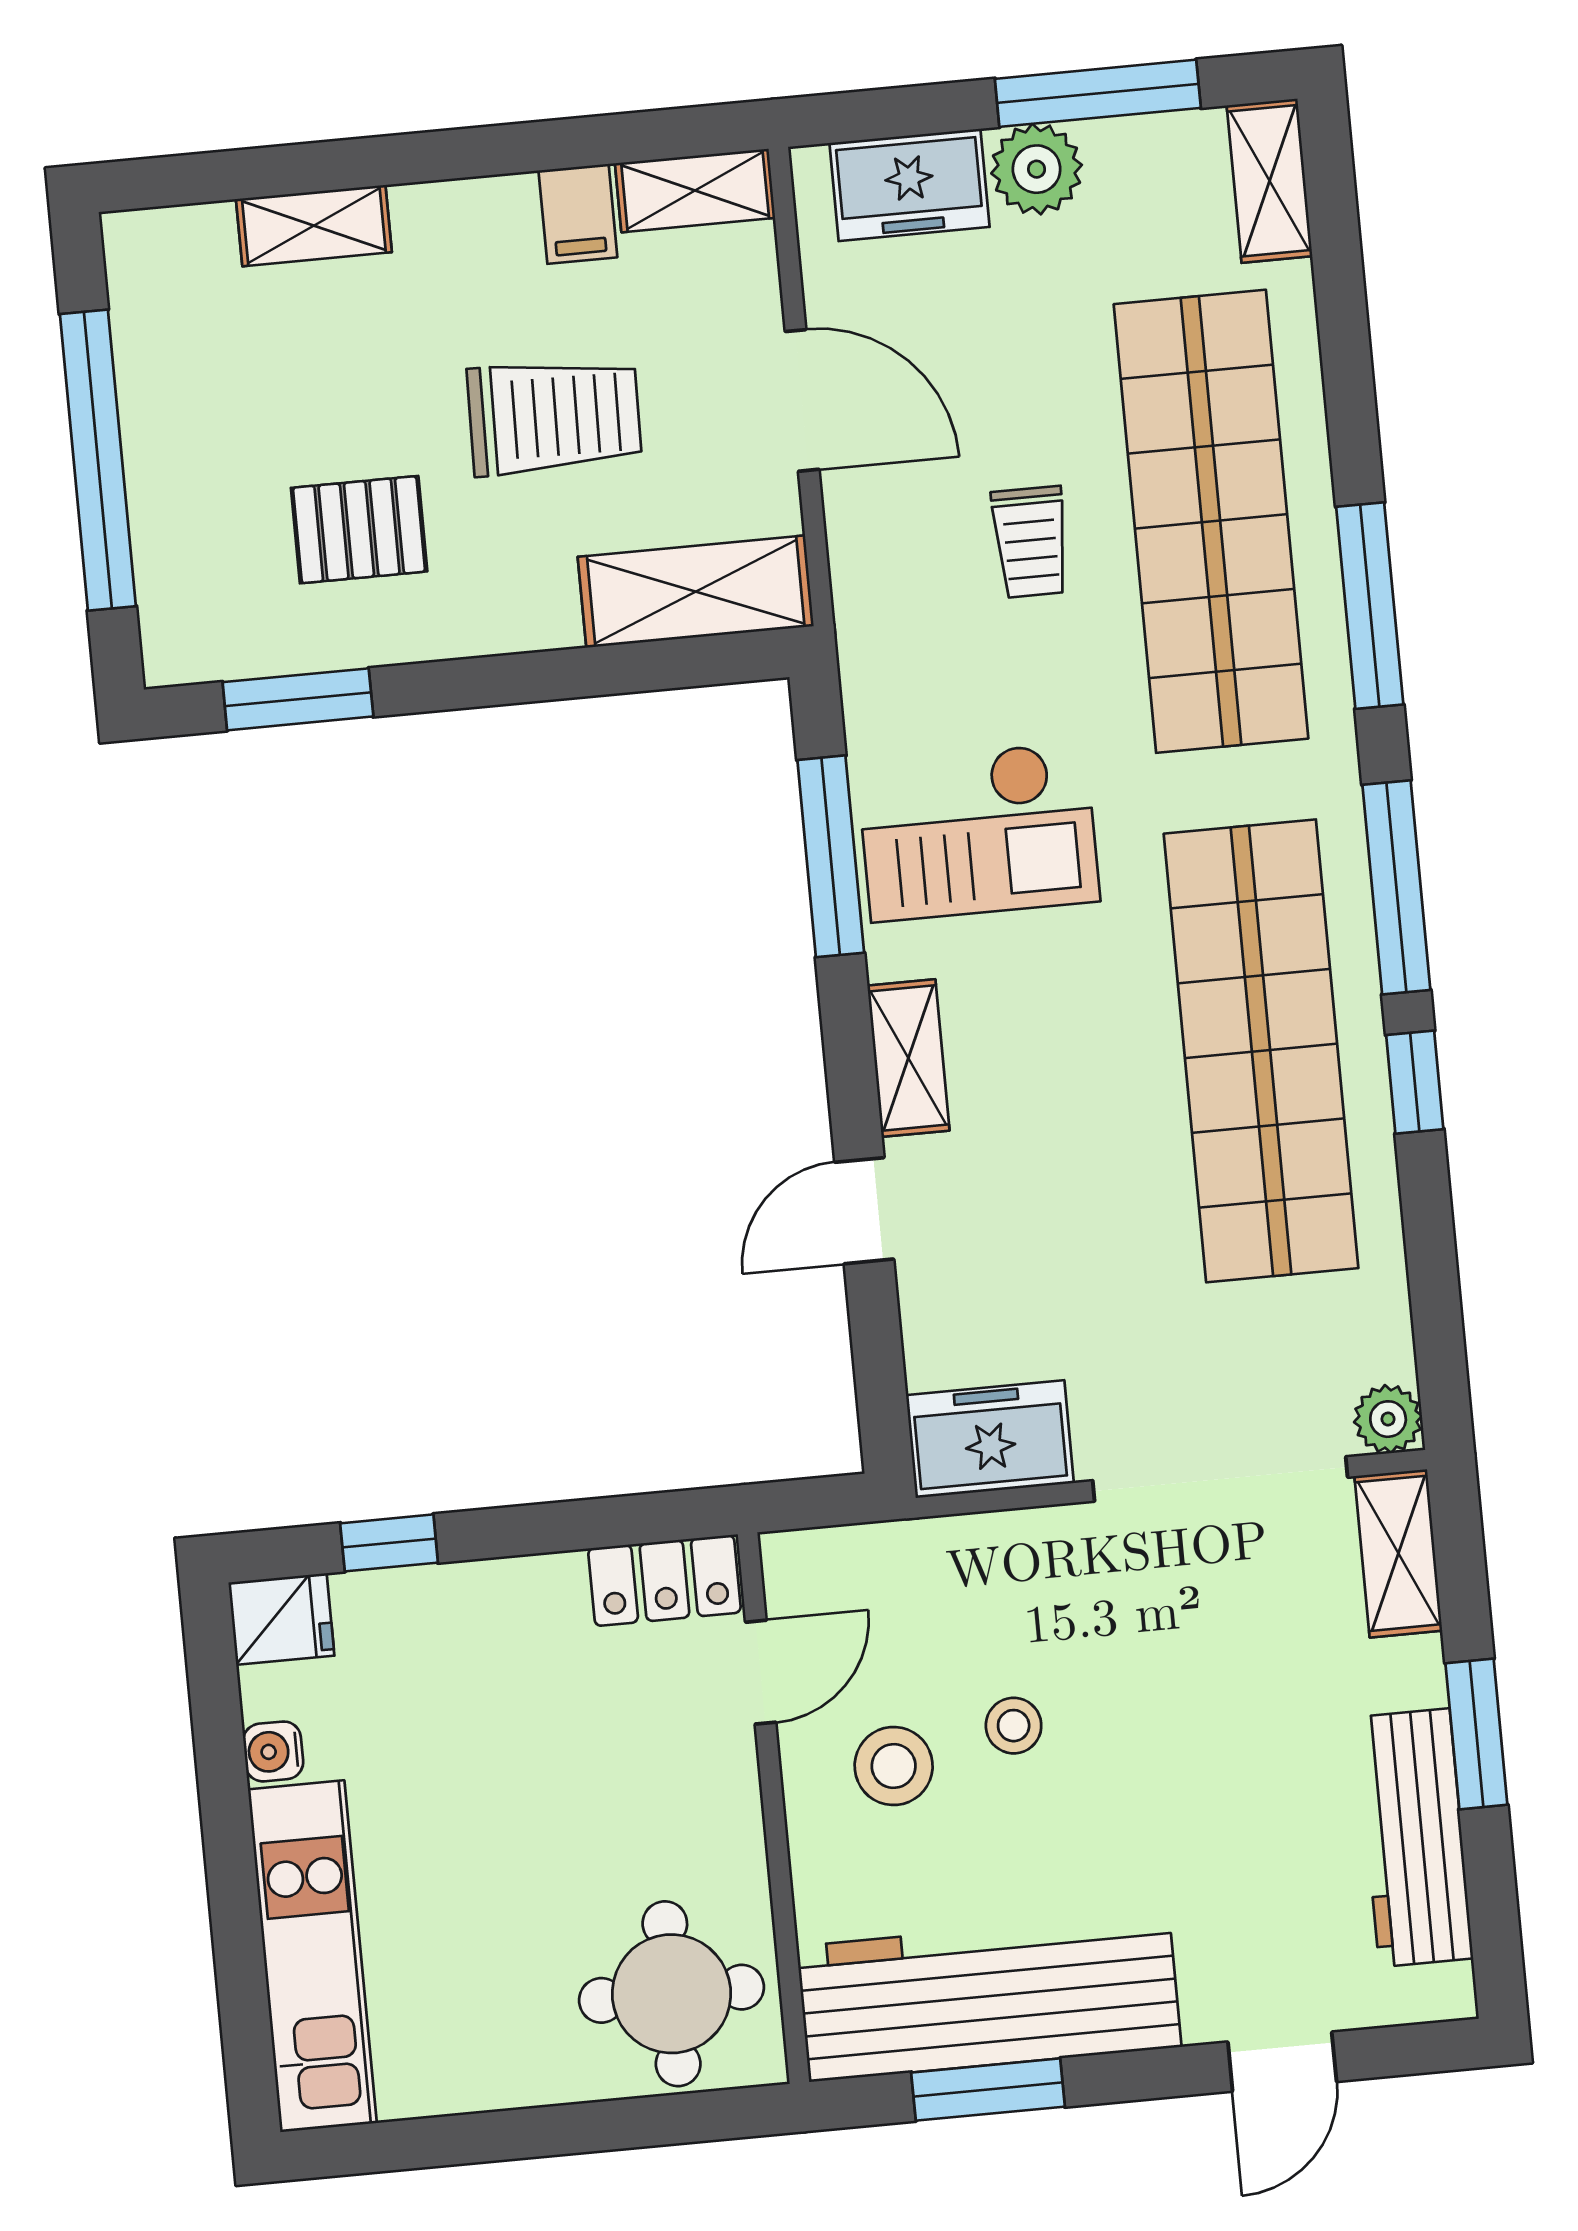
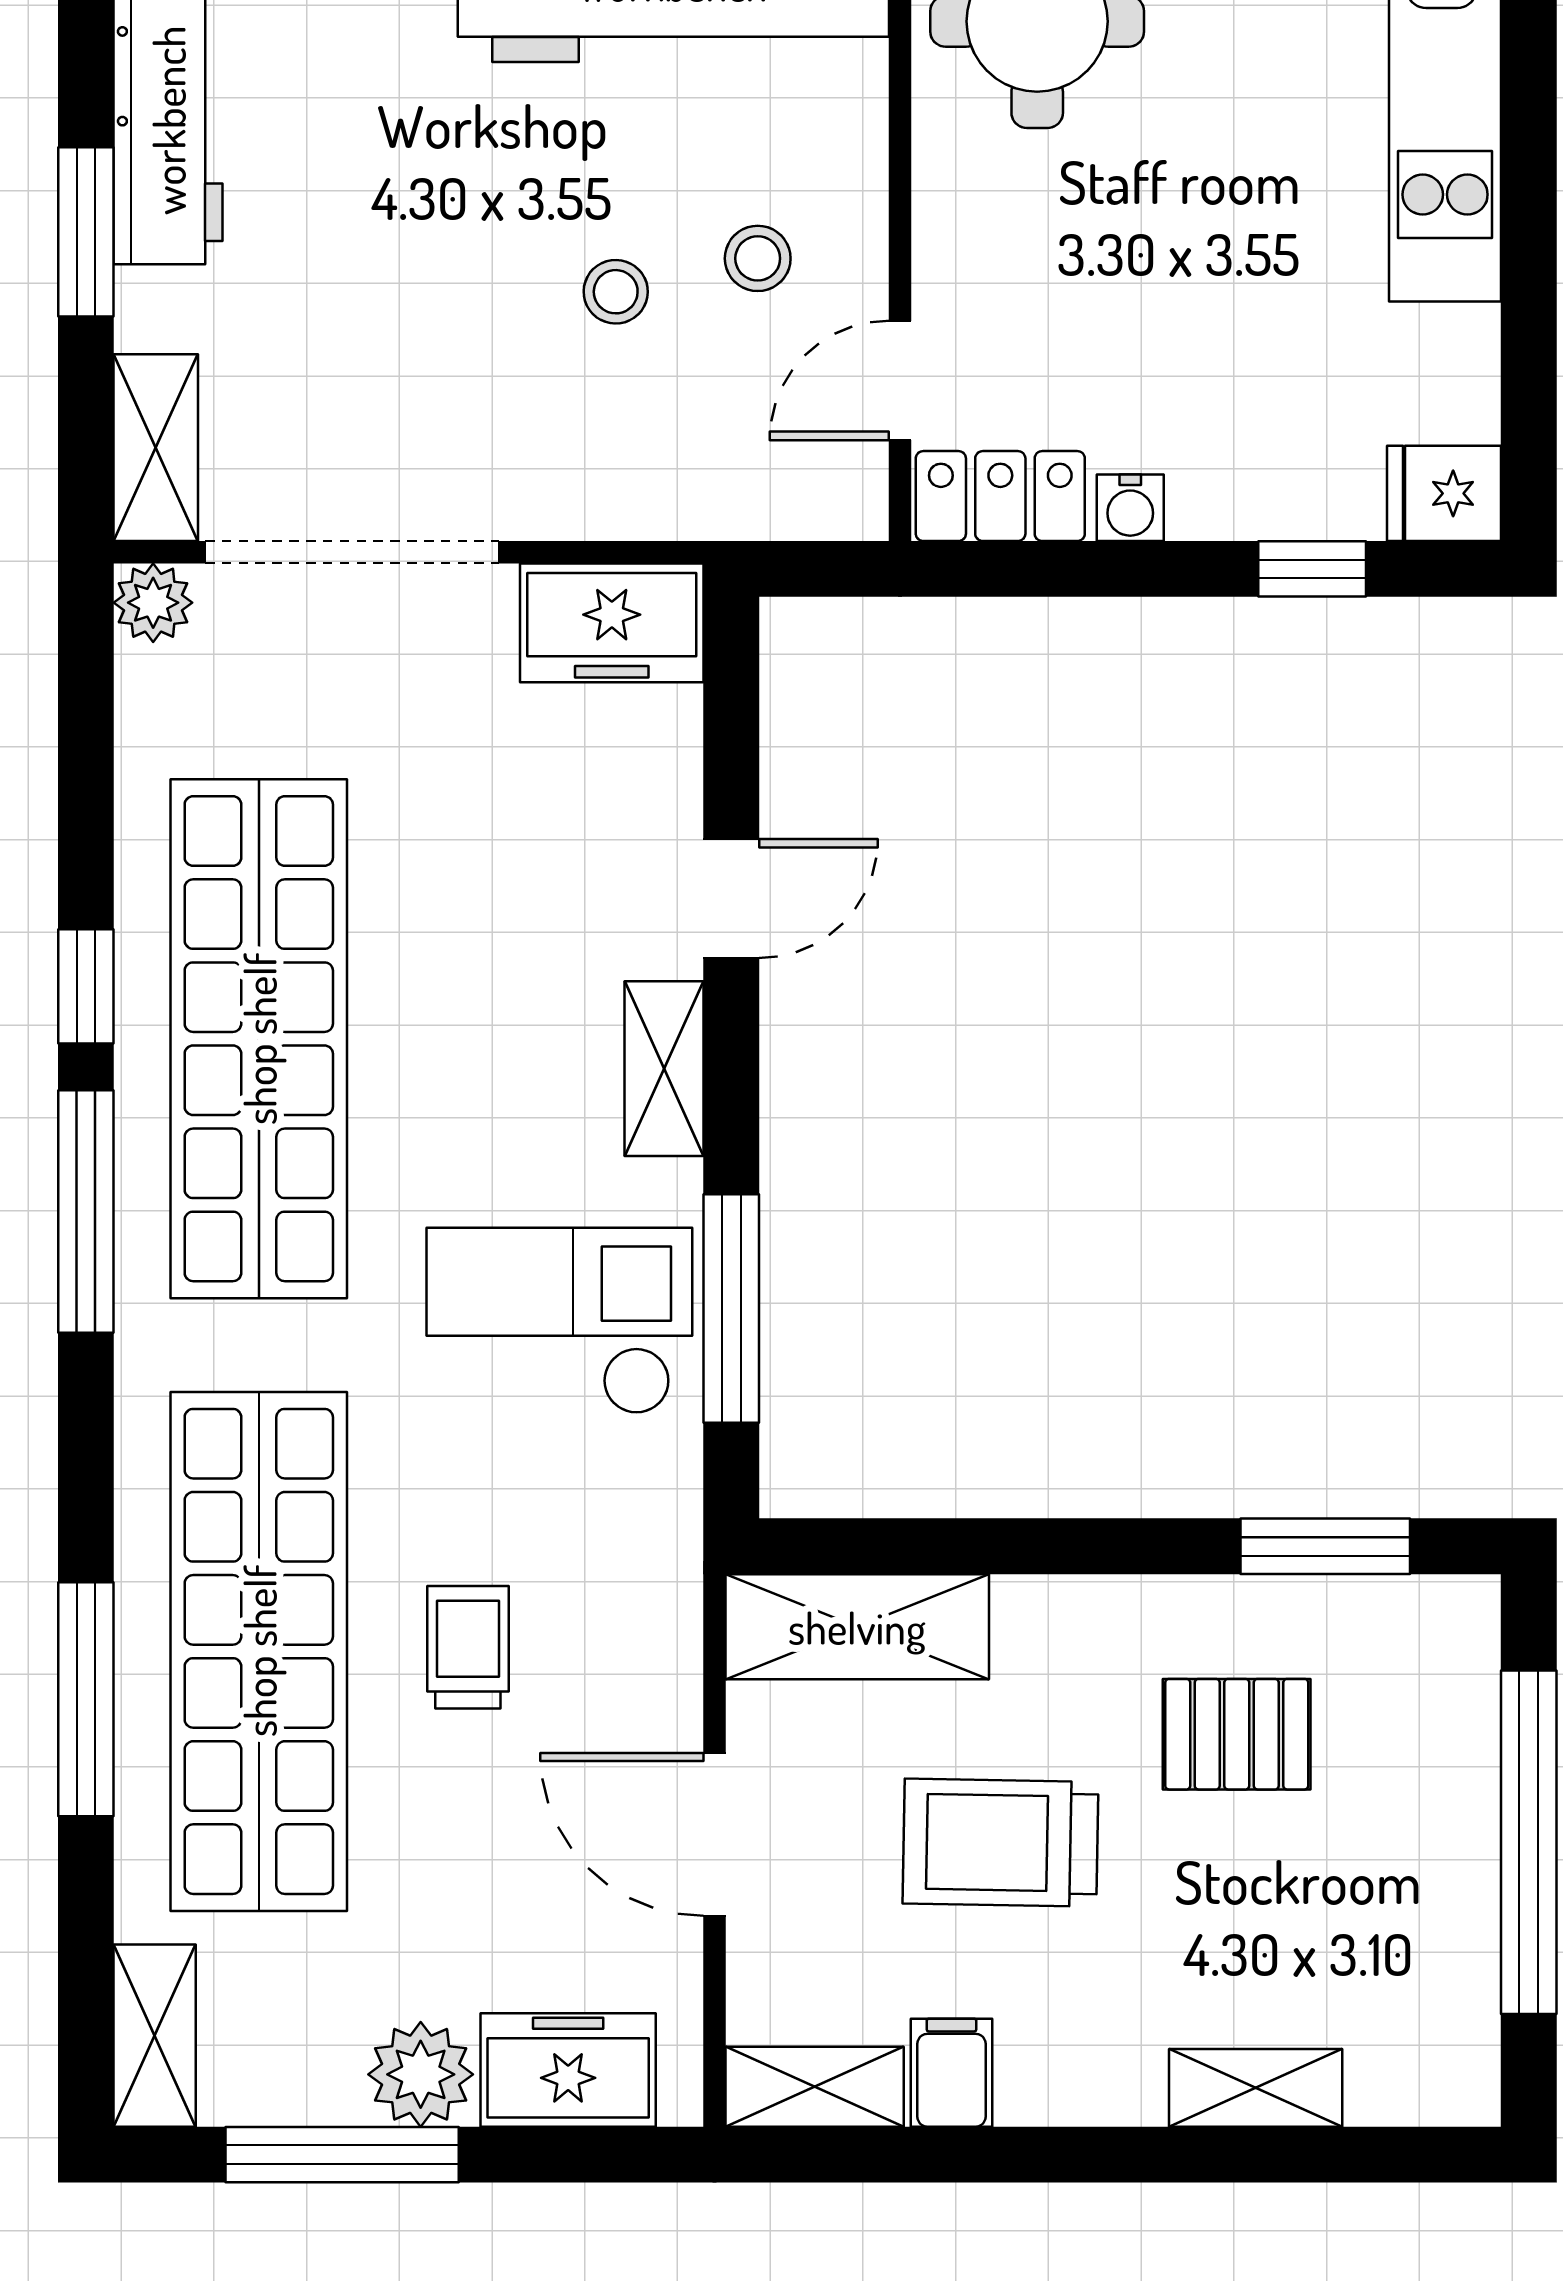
window: (1370, 606) -> (86, 1699), moved
water cooler: (273, 1751) -> (1130, 508), moved, turned 90
stool: (894, 1766) -> (758, 258), width x0.73, depth x0.73

